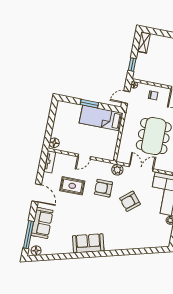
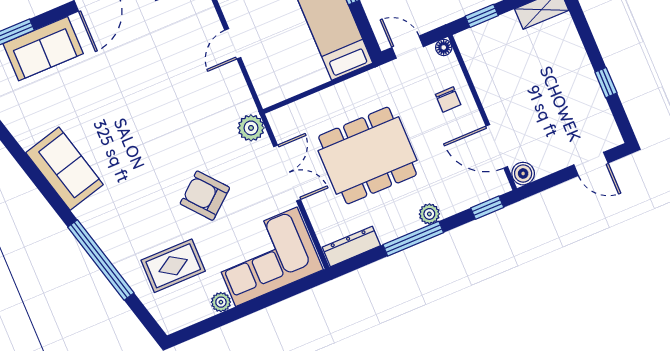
door: (84, 157) -> (233, 44), hinge flipped
rug: (72, 186) -> (173, 266), moved, turned 90
armchair: (103, 188) -> (195, 125), removed
window: (128, 252) -> (101, 260), added

